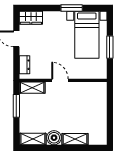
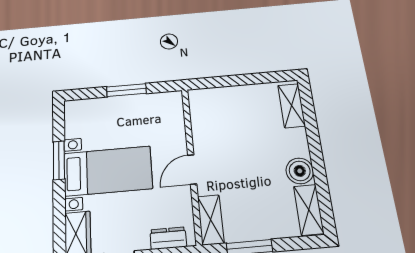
bed with nightstands: (87, 35) -> (108, 171), moved
shelving: (75, 139) -> (291, 106), moved

